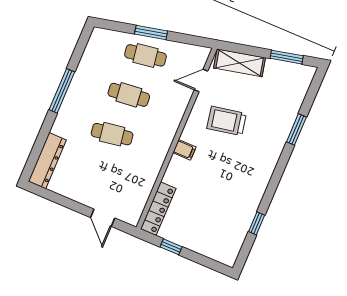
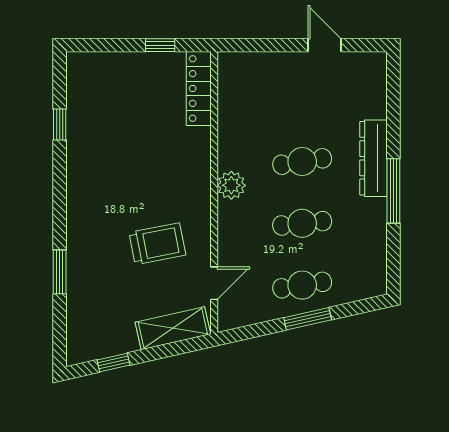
window: (287, 57) -> (114, 363), width x0.67
plant: (164, 138) -> (231, 185), added
filing cabinet: (184, 150) -> (197, 181), removed
dresser: (47, 161) -> (373, 158), moved
door: (103, 218) -> (325, 45), moved

